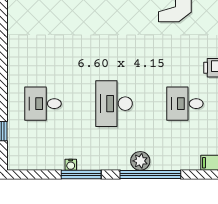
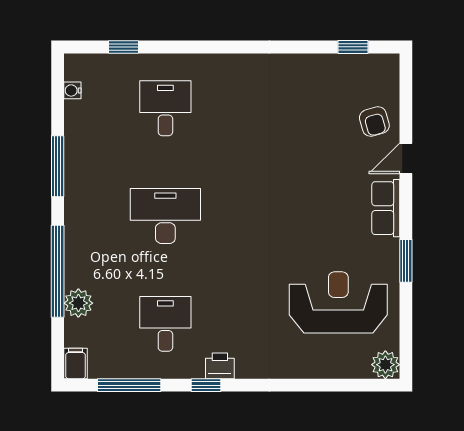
plant: (140, 161) -> (78, 303), moved
water cooler: (71, 165) -> (72, 90), moved

